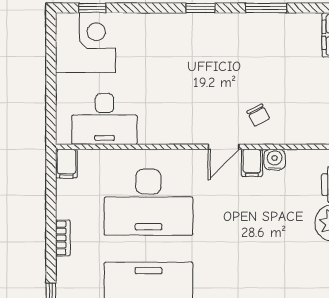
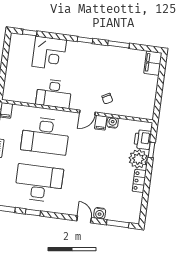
corner desk: (85, 42) -> (49, 53), moved, turned 90
desk: (104, 119) -> (54, 94), moved

